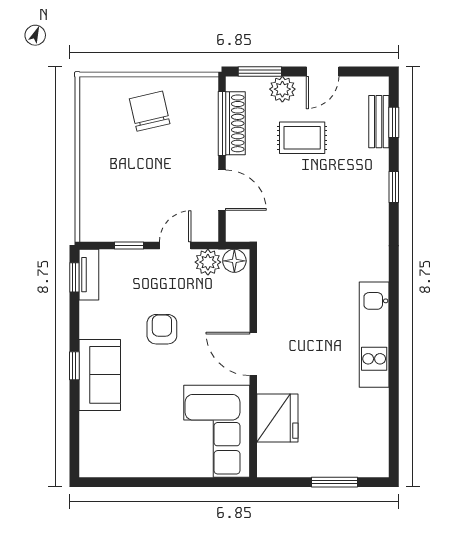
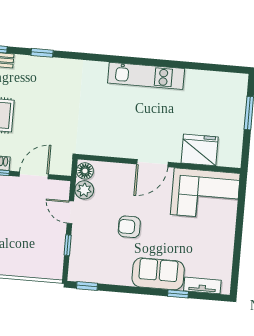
tv unit: (89, 275) -> (202, 285), moved
window: (74, 366) -> (178, 294), moved

